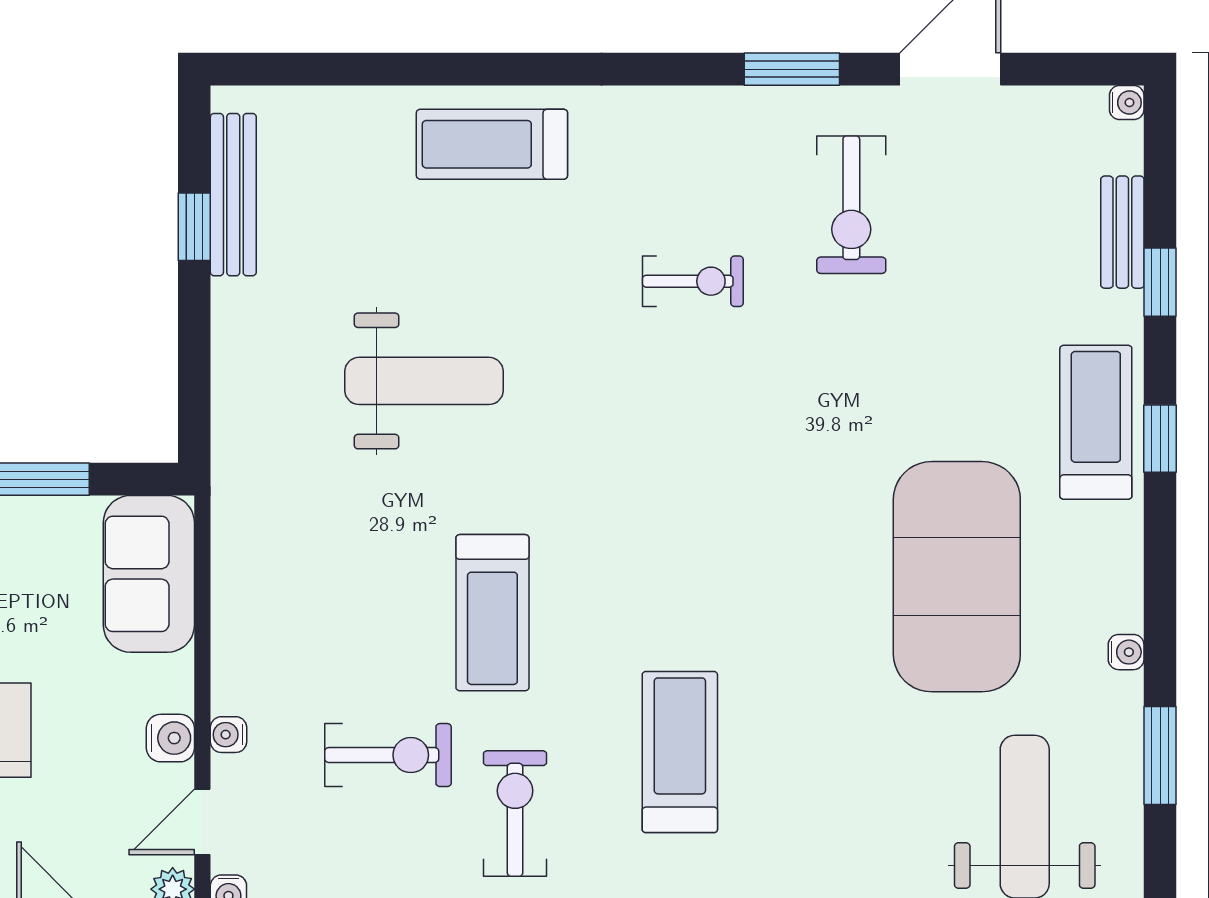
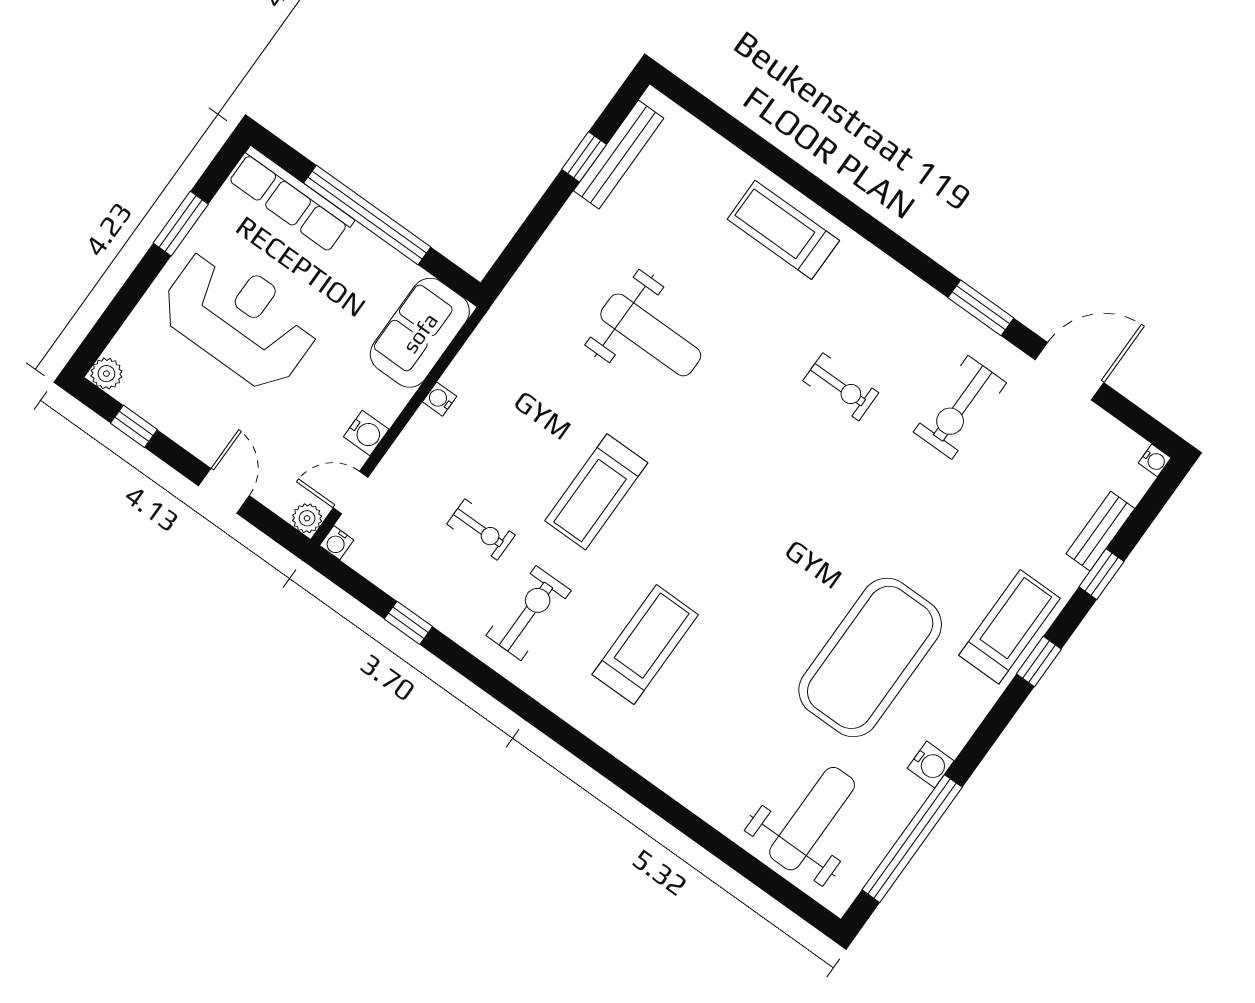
water cooler: (1126, 652) -> (931, 765), width x1.38, depth x1.38
water cooler: (229, 735) -> (440, 399), moved
exercise bike: (388, 755) -> (481, 530), width x0.73, depth x0.72
window: (1160, 755) -> (912, 839), width x2.11

